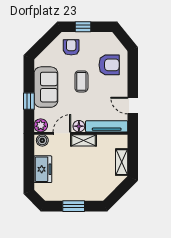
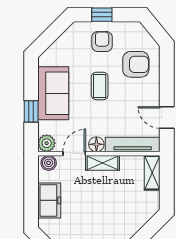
armchair: (71, 47) -> (102, 42), moved
shelving: (122, 162) -> (152, 173), moved

